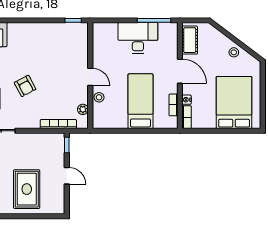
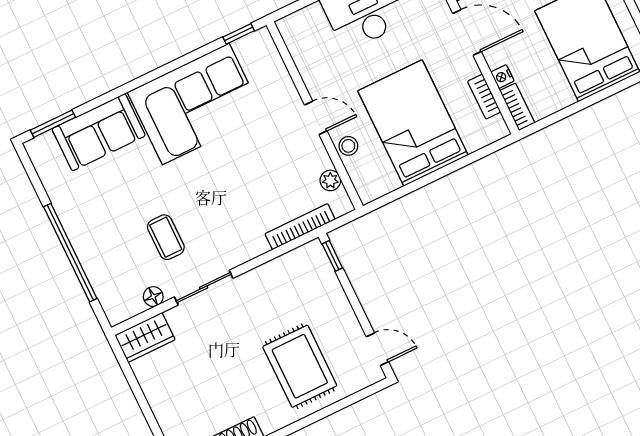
corner sofa: (37, 43) -> (196, 104), added
armchair: (25, 86) -> (210, 188), removed
bed: (141, 101) -> (413, 123), width x1.50
door: (67, 176) -> (377, 349), moved

